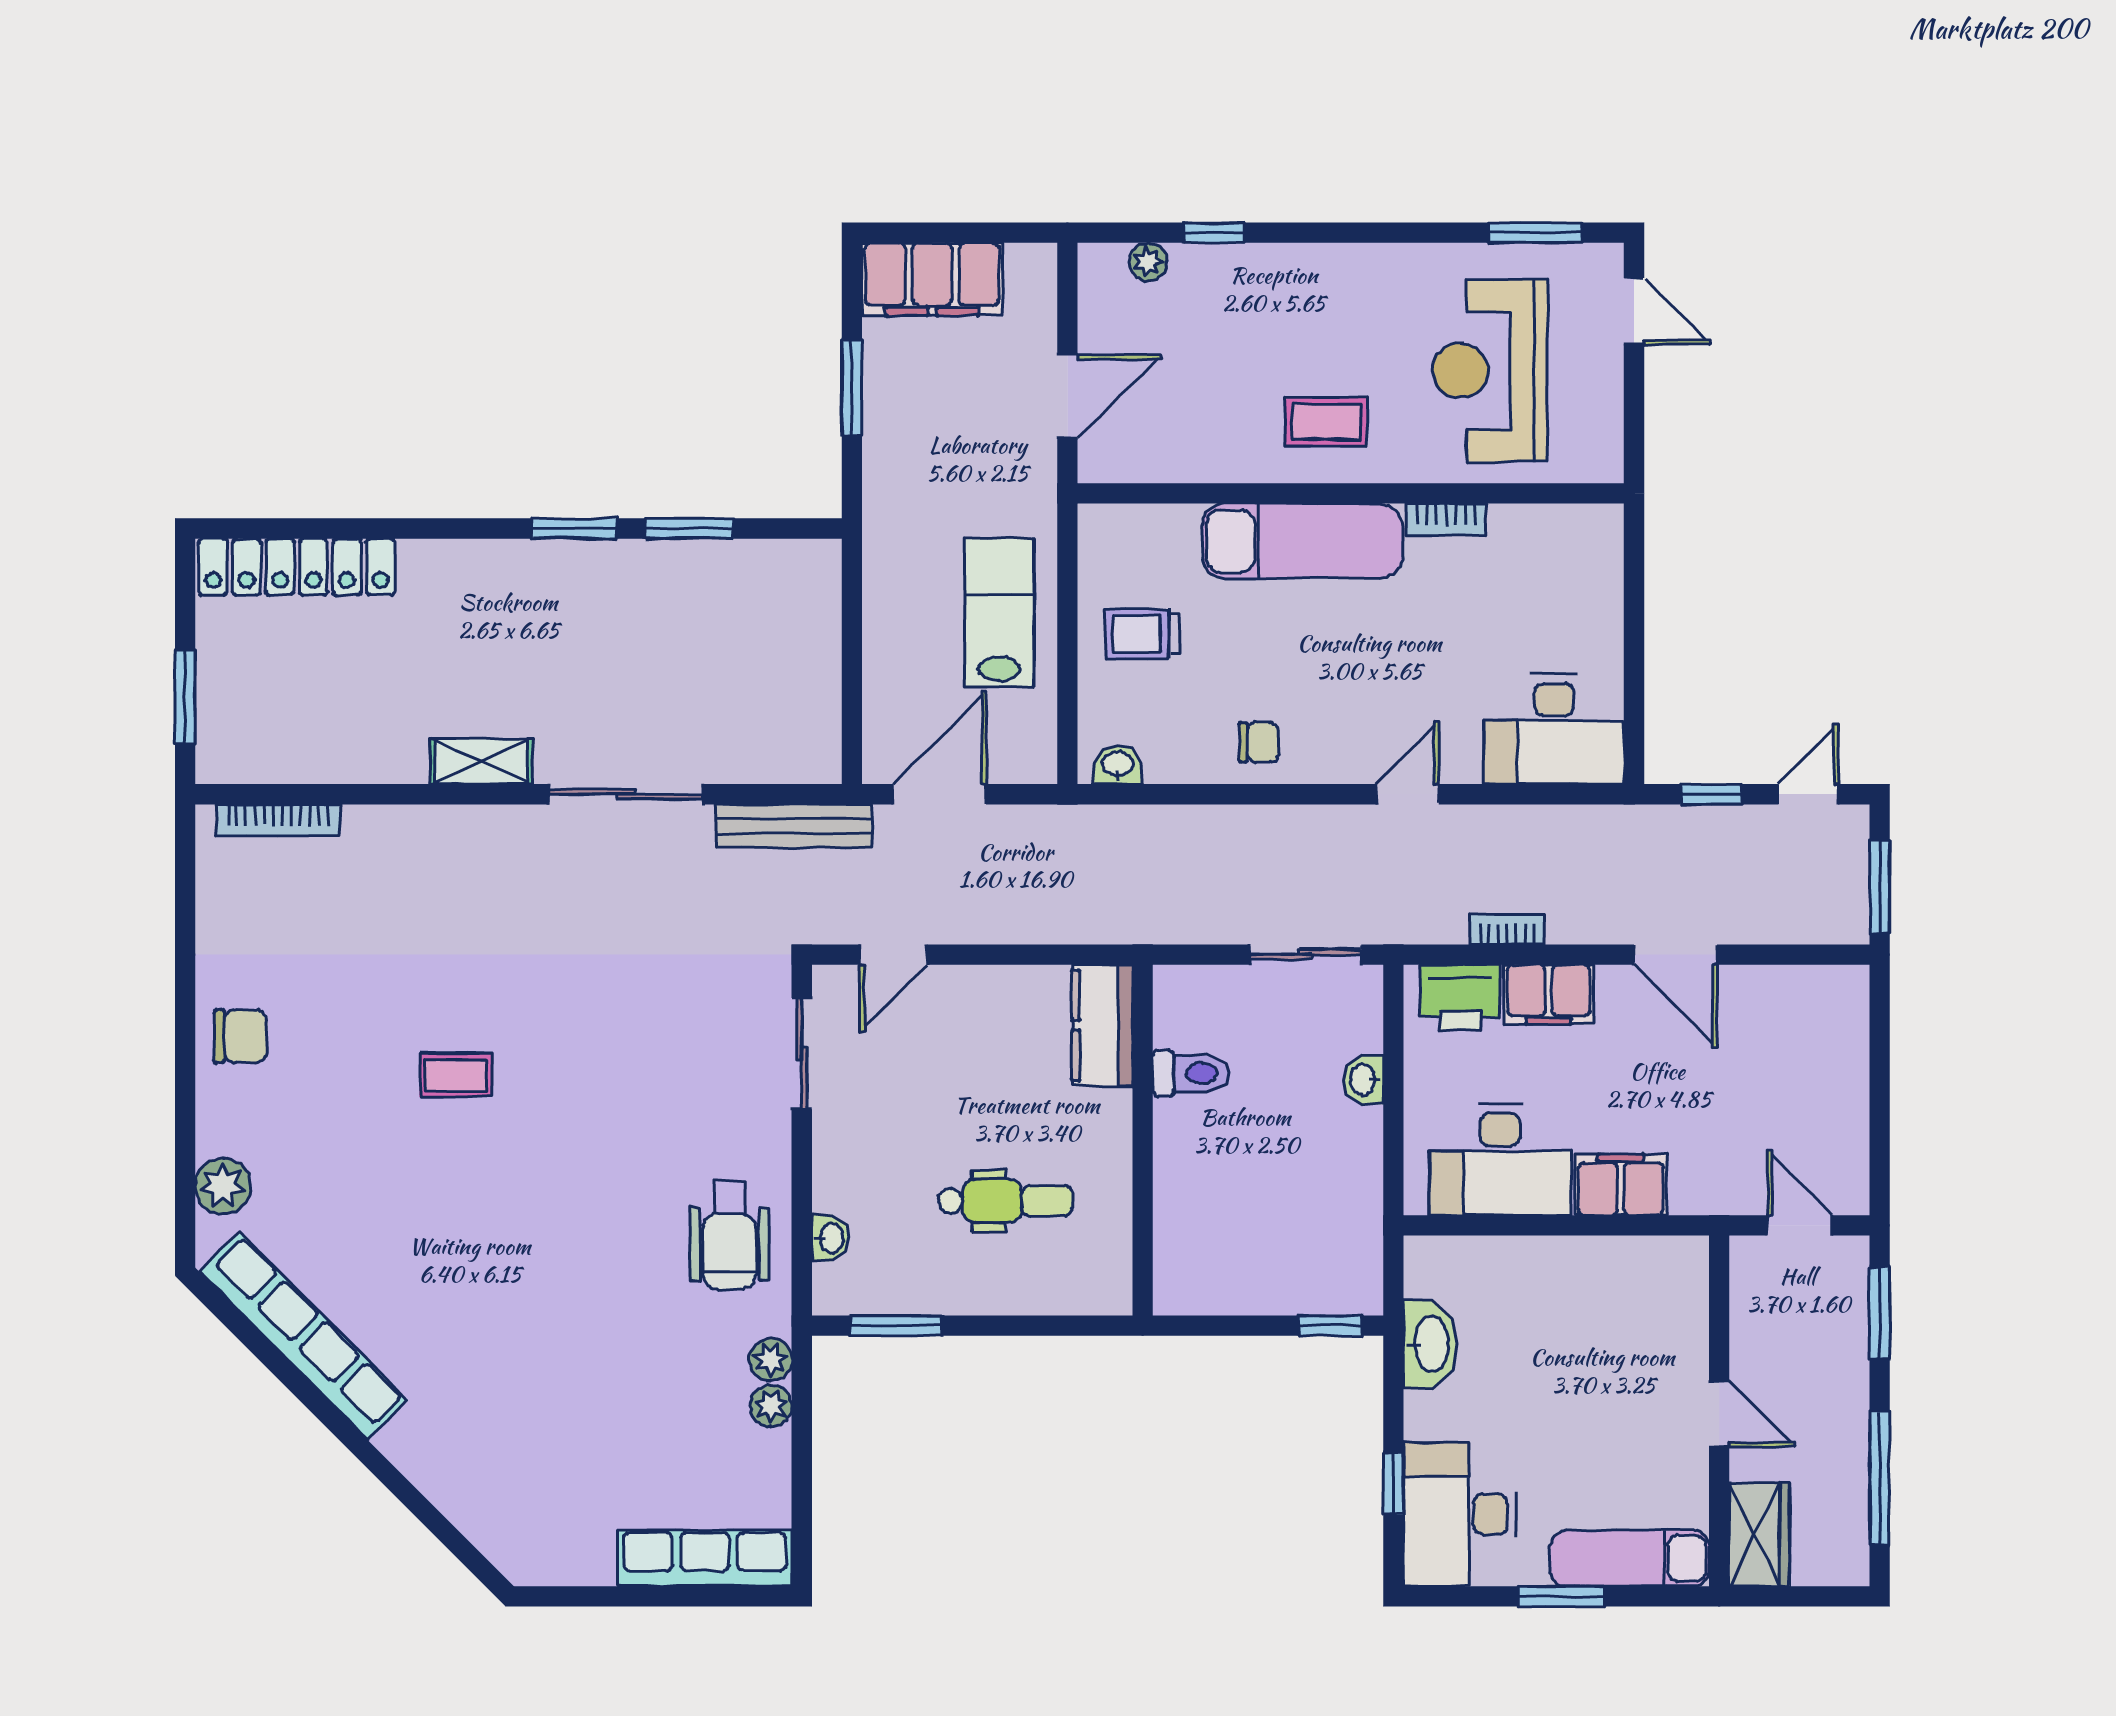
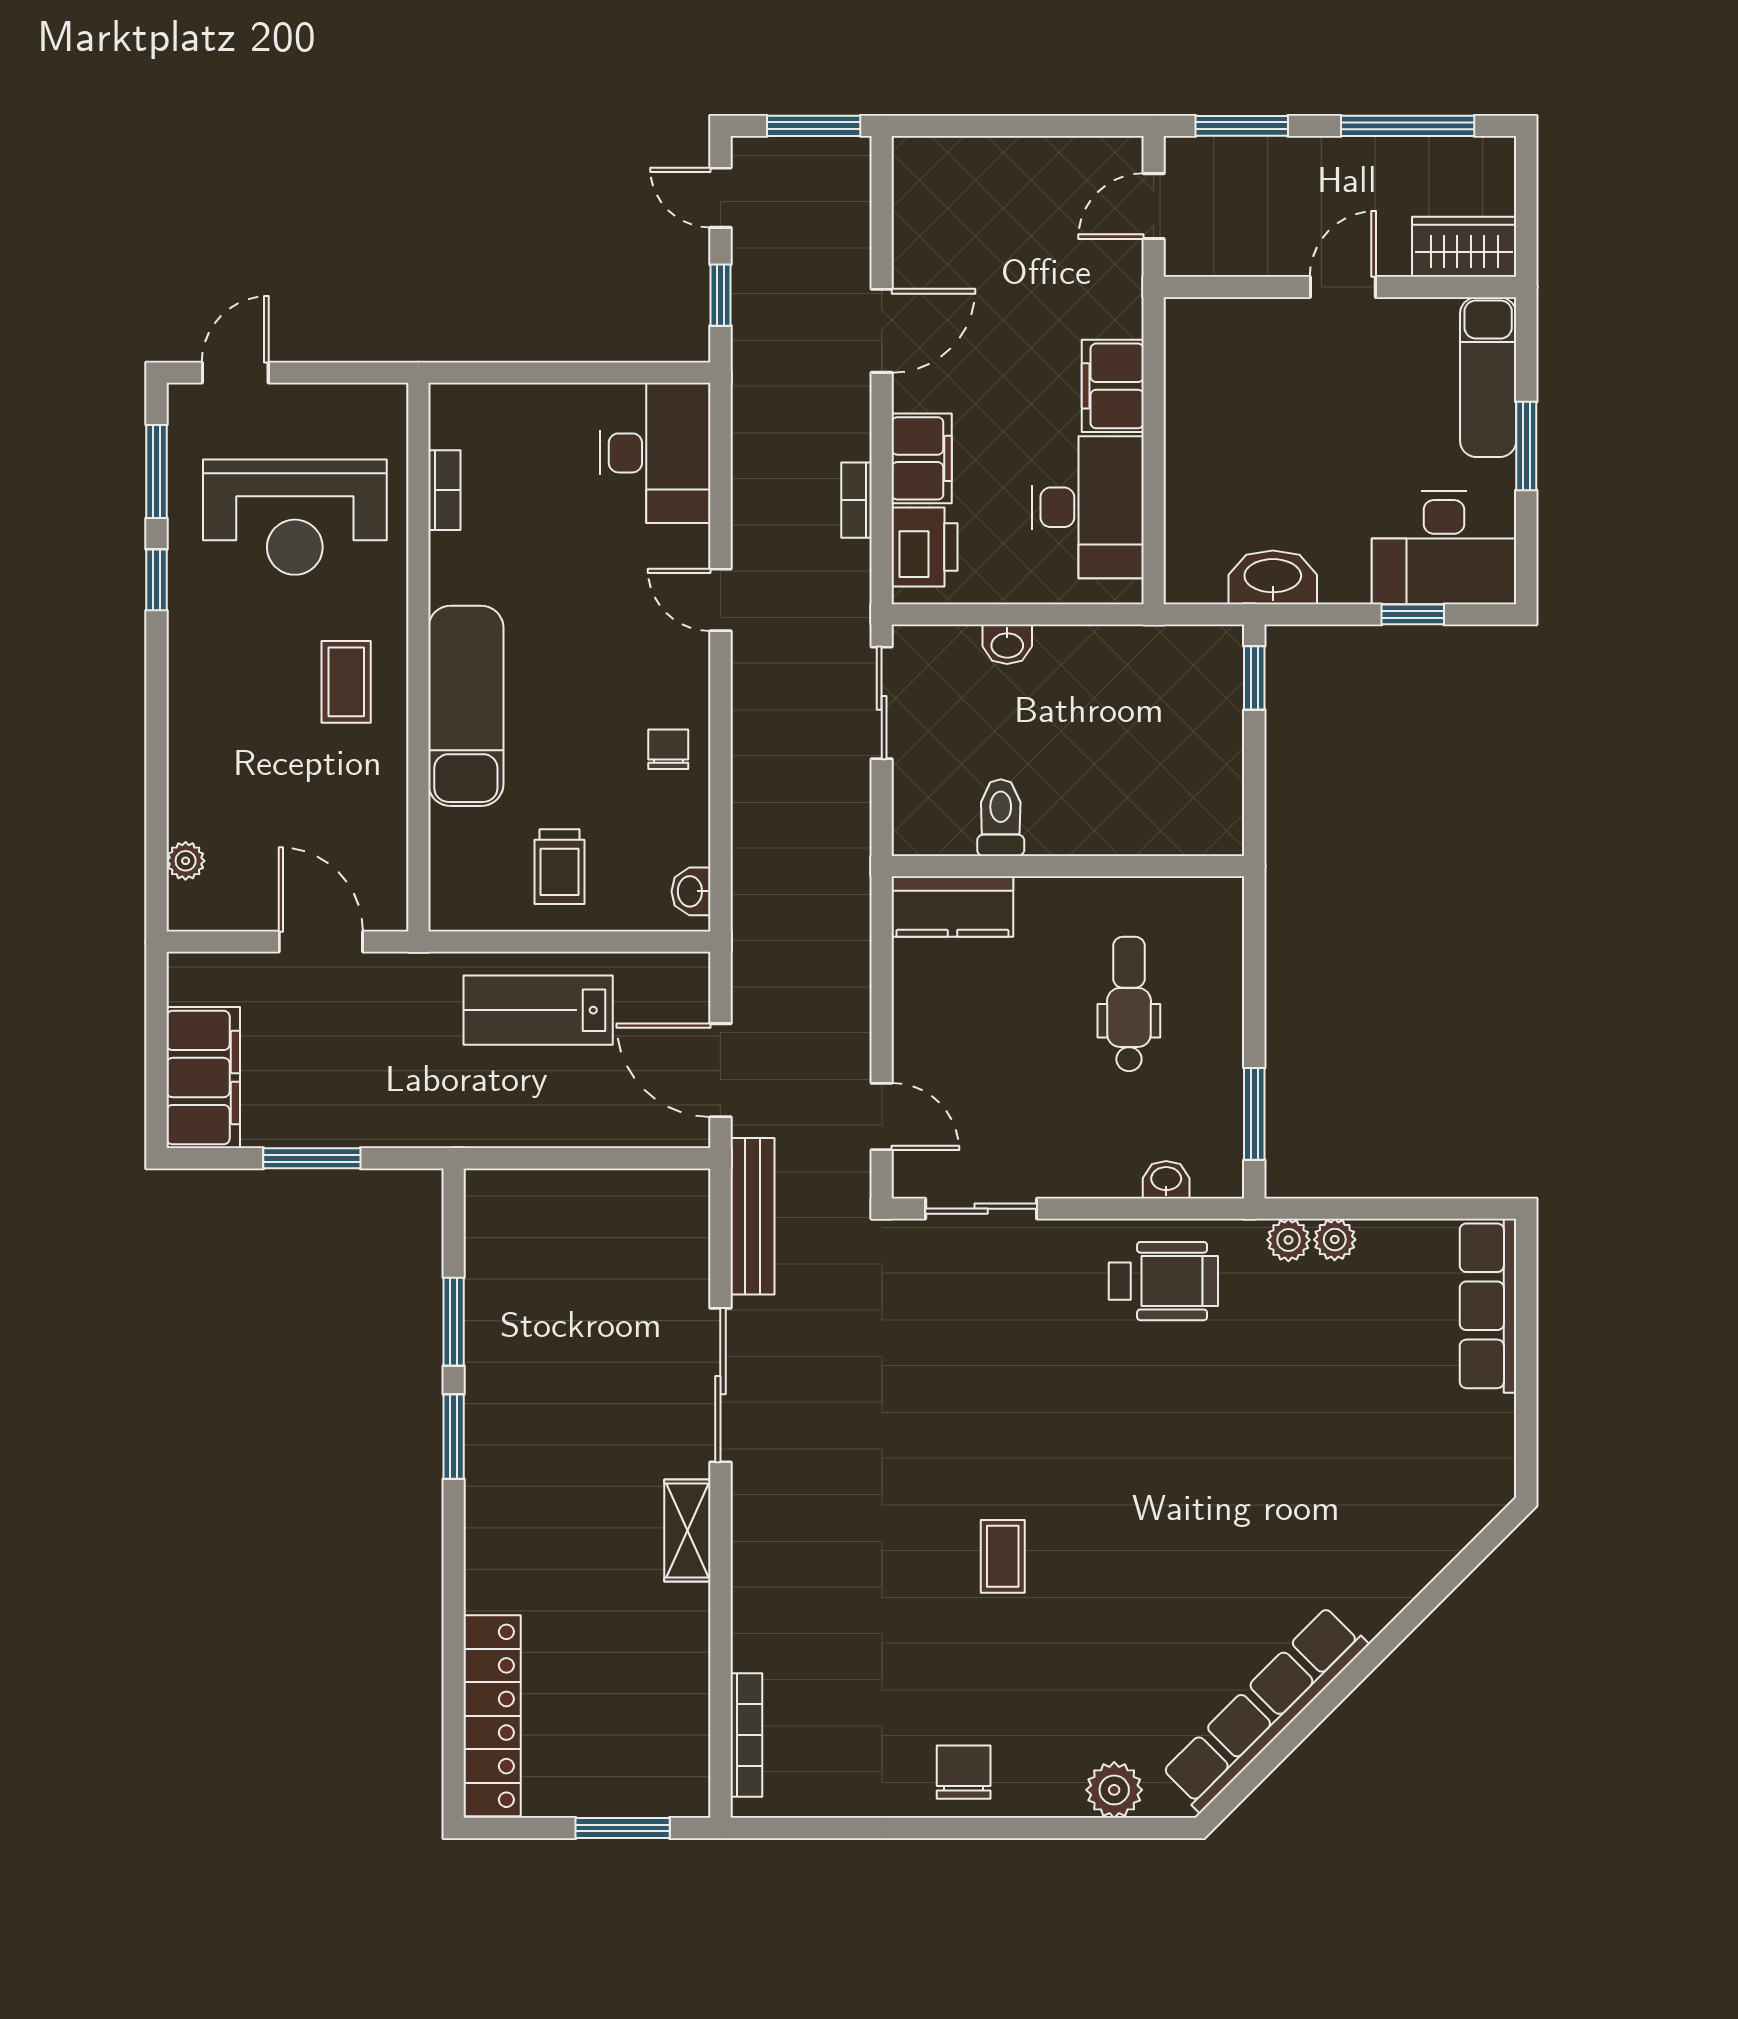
window: (1213, 233) -> (156, 580), moved
bookcase: (1446, 519) -> (444, 490), moved

